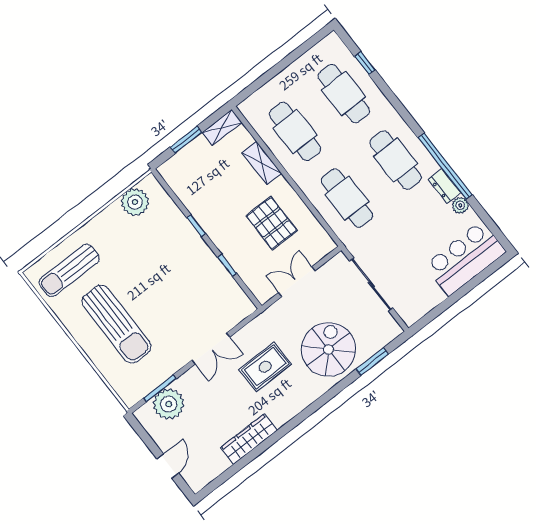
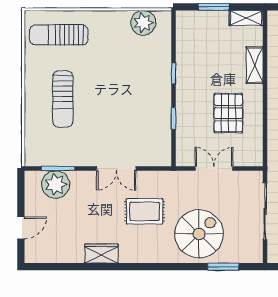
sun lounger: (116, 324) -> (63, 99), width x0.73, depth x0.75
wardrobe: (249, 439) -> (101, 254), width x0.67

